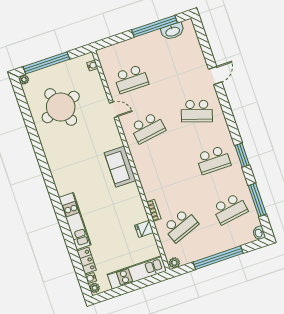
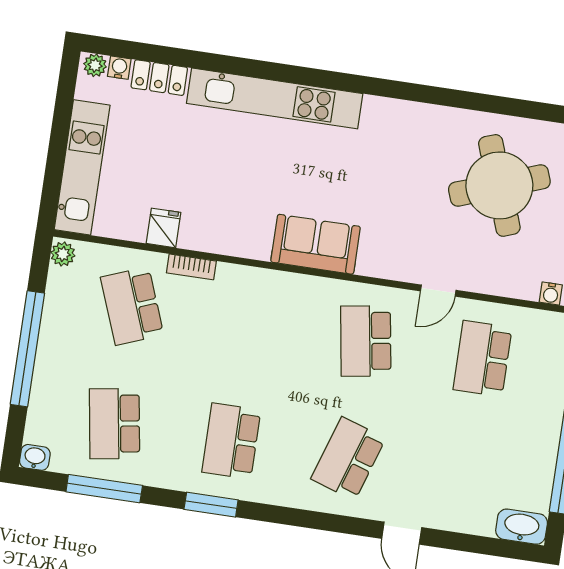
washbasin: (173, 31) -> (522, 527), moved, turned 90
kitchen unit: (75, 221) -> (275, 98), width x1.36

